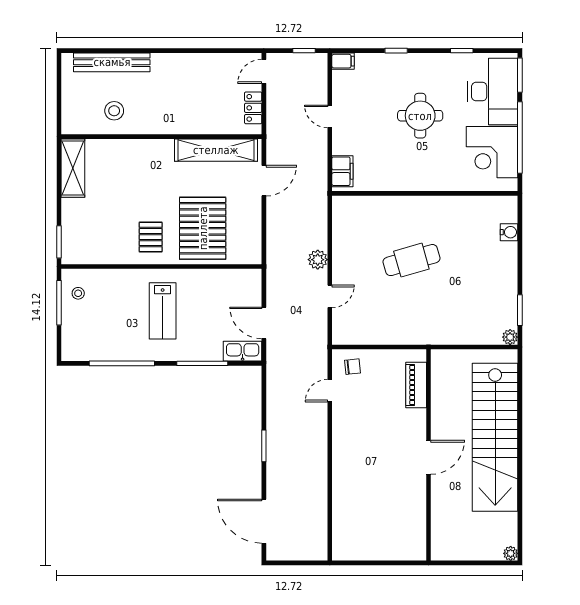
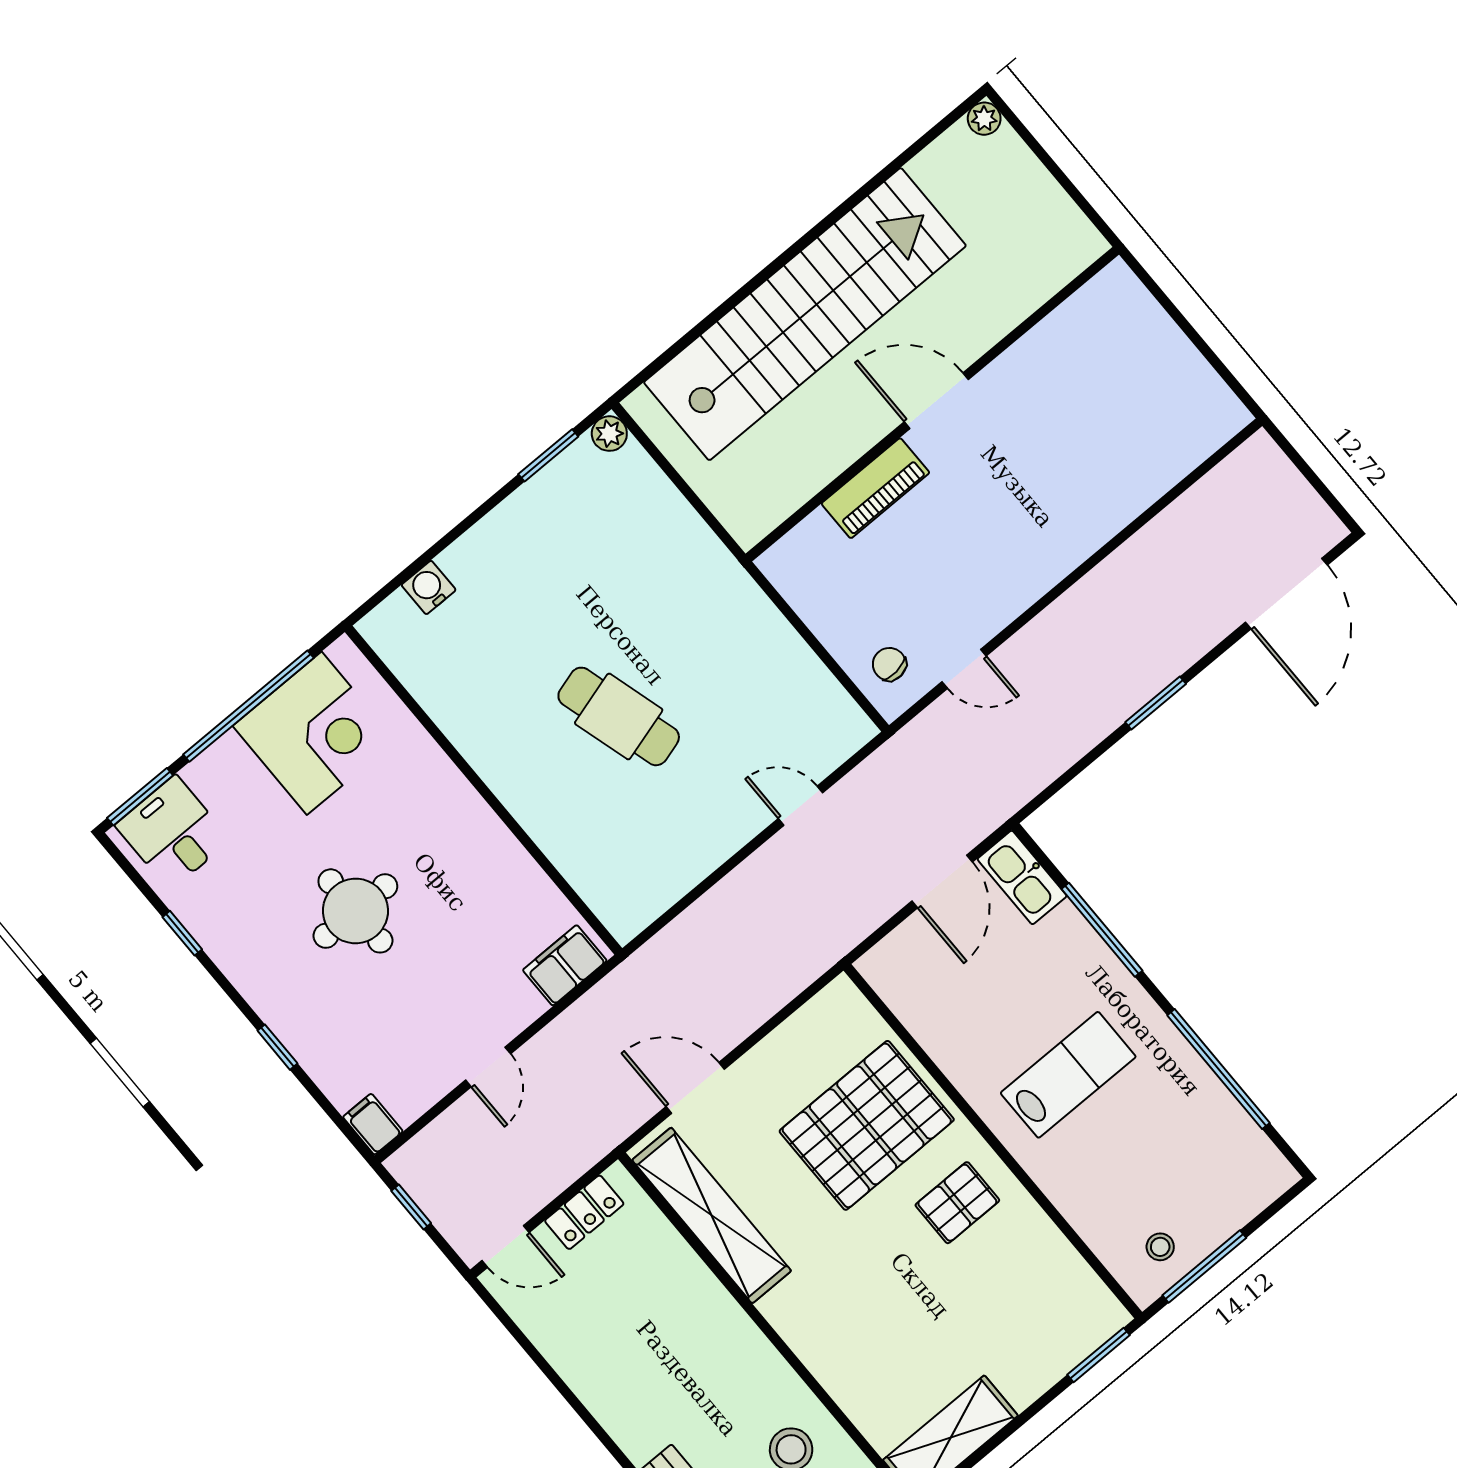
desk: (493, 92) -> (173, 833), width x0.53, depth x0.77
plant: (318, 260) -> (754, 880), removed
piano: (416, 385) -> (875, 488), moved

